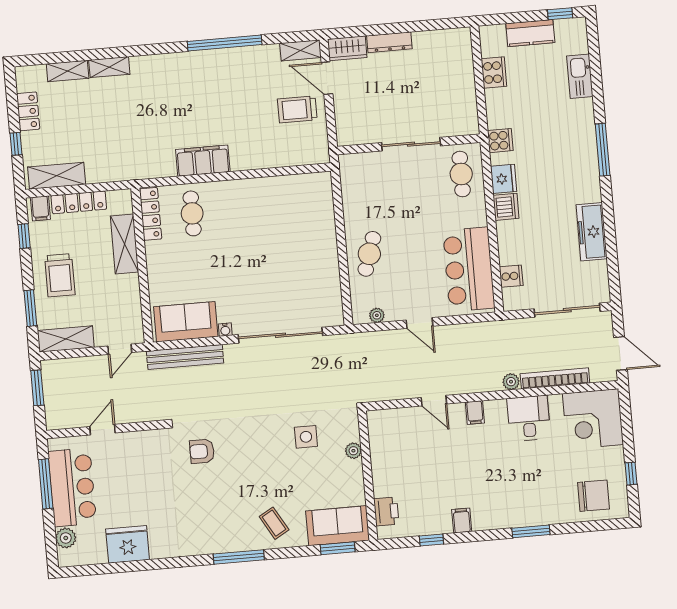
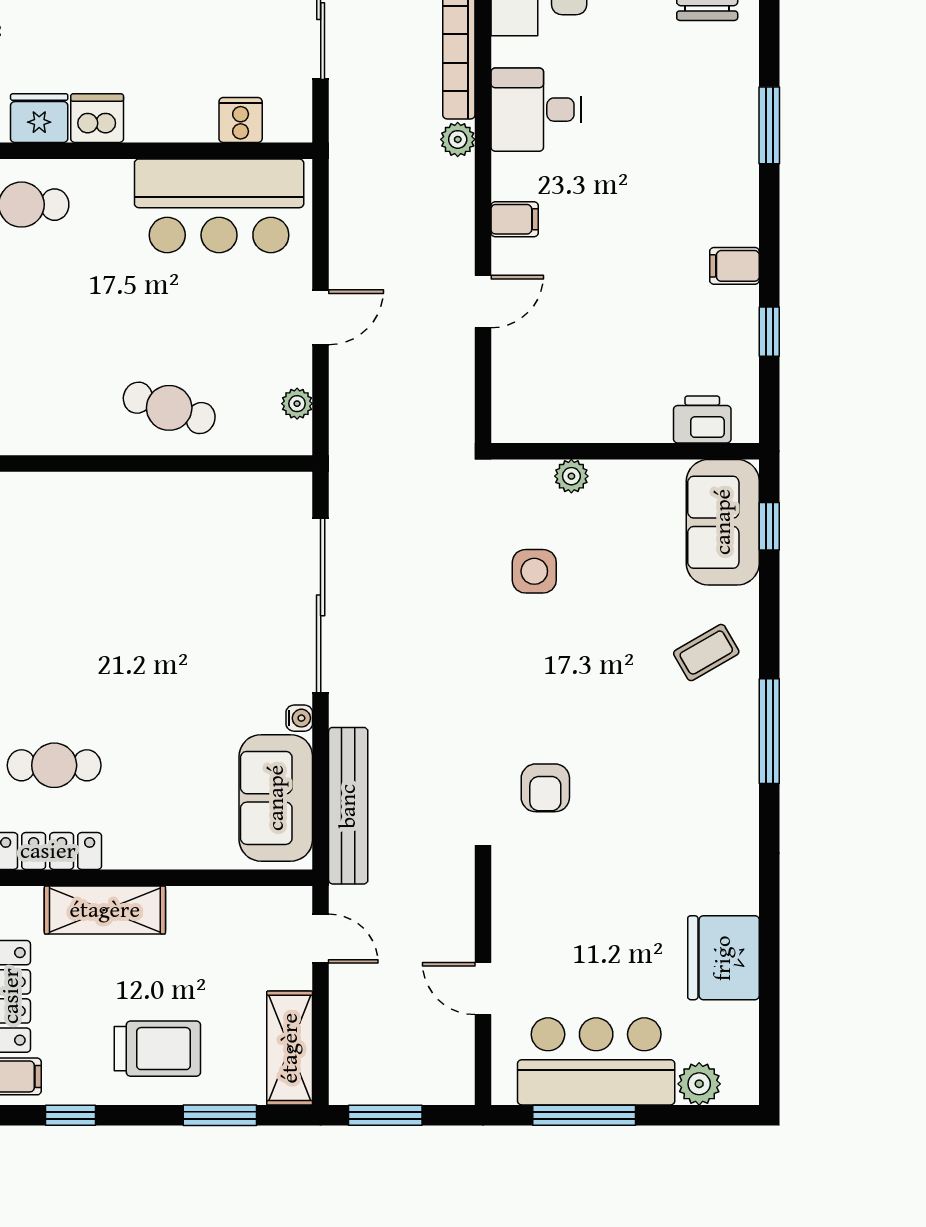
window: (338, 548) -> (769, 526), width x0.67

